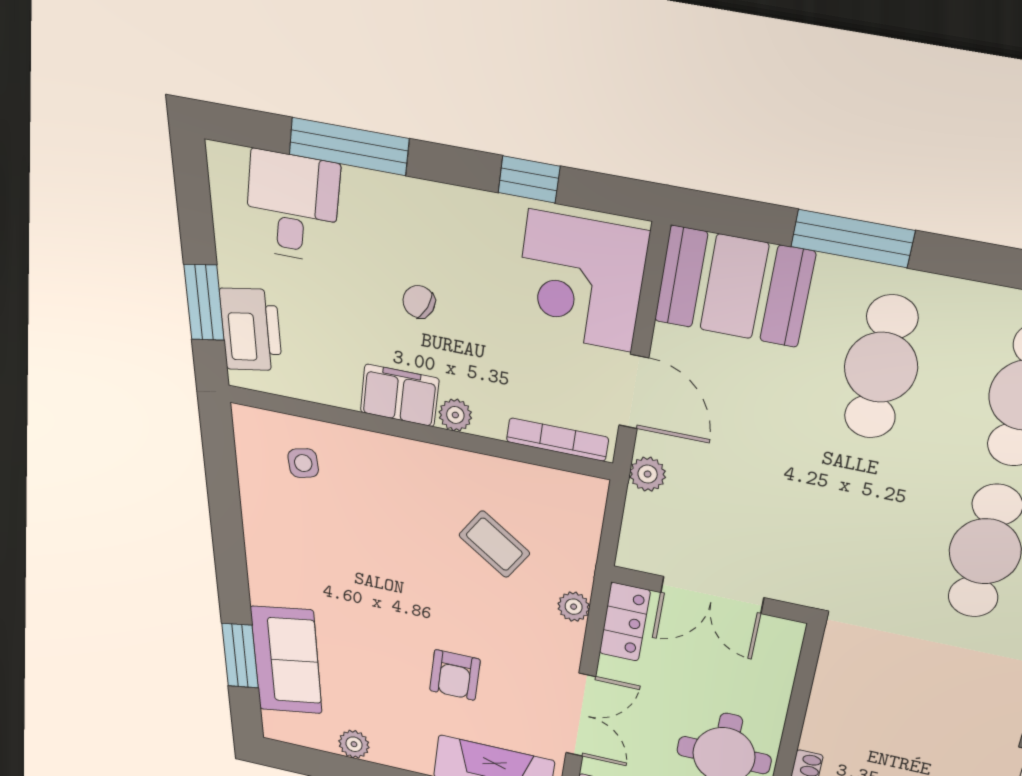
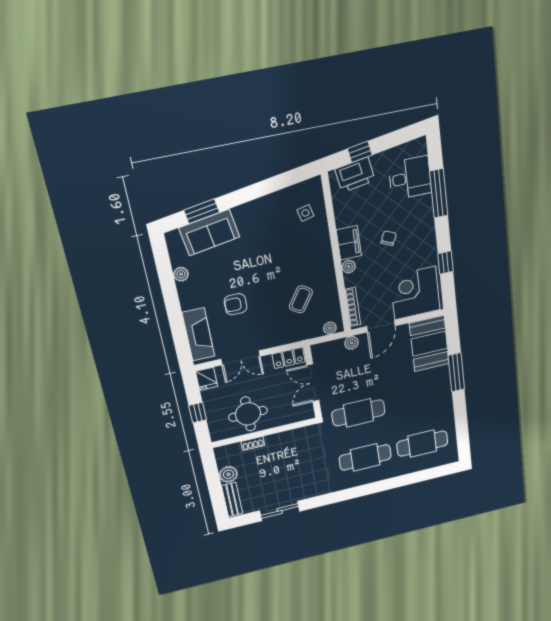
window: (204, 302) -> (360, 152), width x0.67
cafe table: (881, 367) -> (358, 413), moved
plant: (574, 607) -> (330, 328), moved

